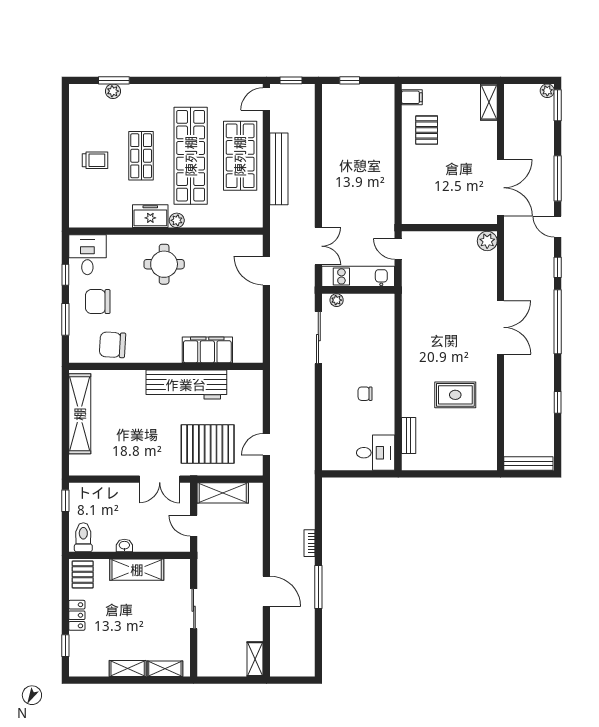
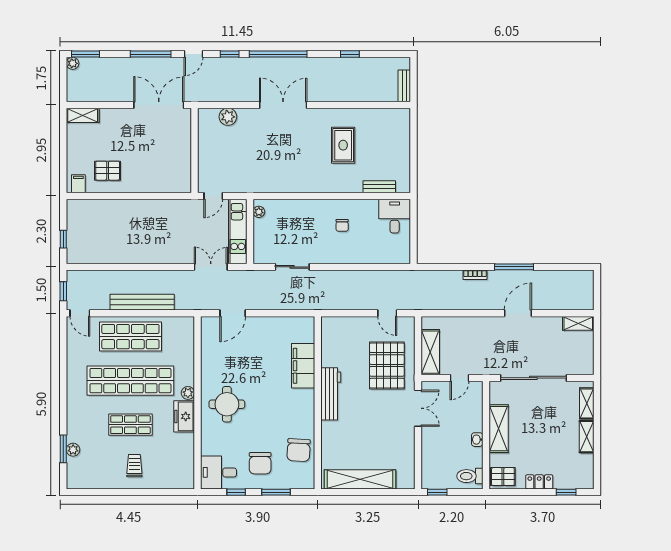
plant: (487, 241) -> (228, 117), moved
plant: (337, 300) -> (259, 212), moved
sliding door: (318, 338) -> (292, 267), width x0.73
workbench: (186, 385) -> (331, 394), width x0.73, depth x0.76
bench: (528, 464) -> (404, 86), width x0.73
sliding door: (194, 609) -> (533, 378), width x1.86

